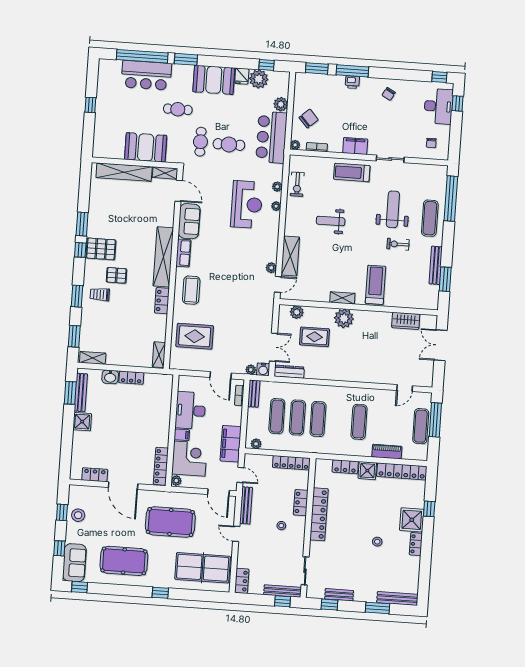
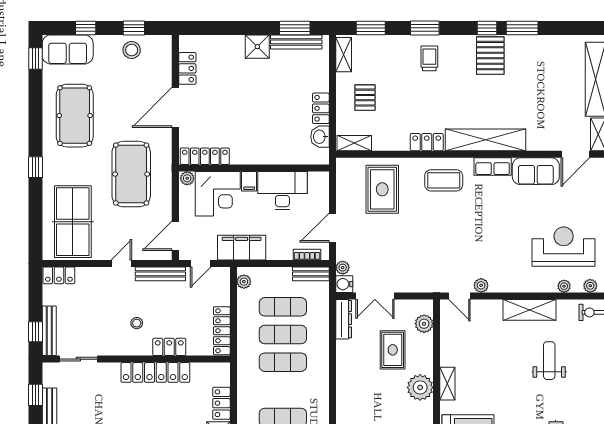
reception desk: (247, 204) -> (564, 247), turned 180
shelving: (290, 256) -> (529, 310), moved
pallet: (116, 275) -> (365, 98), moved
washbasin: (110, 377) -> (320, 137), moved

